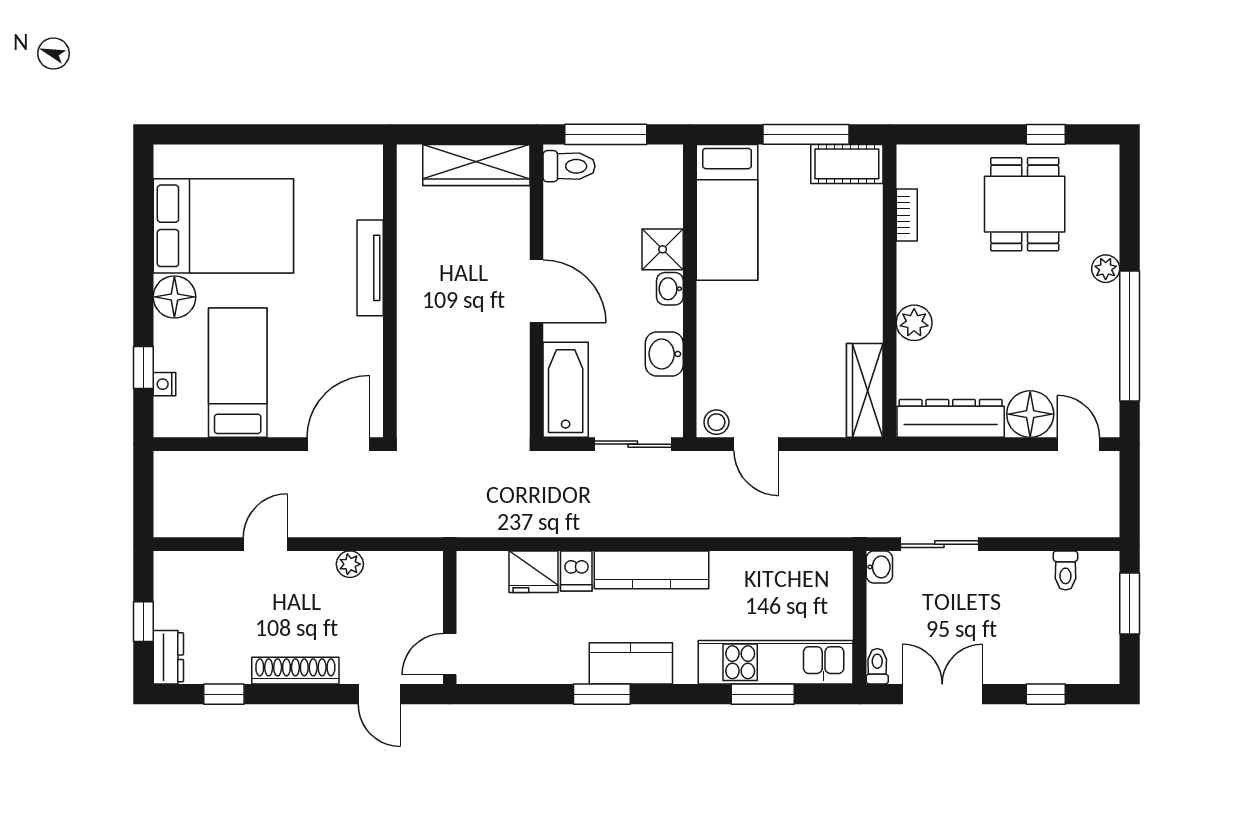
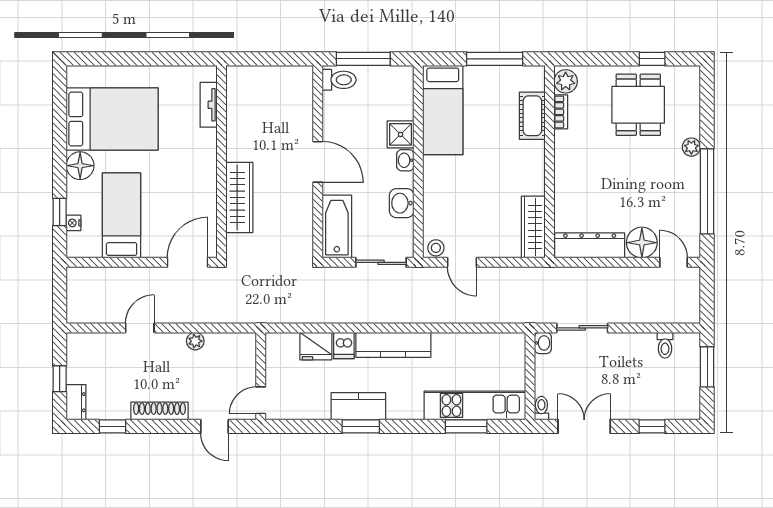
cot: (847, 164) -> (532, 116), moved, turned 90
wardrobe: (476, 165) -> (239, 198), moved, turned -90
tv unit: (370, 268) -> (209, 105), moved, width x0.71
plant: (914, 323) -> (566, 81), moved
kitchen counter: (631, 663) -> (358, 406), moved

